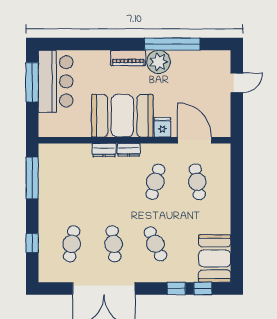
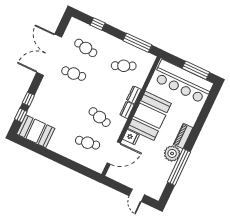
bar counter: (56, 81) -> (183, 82), width x1.36
cafe table: (155, 244) -> (124, 66), moved

